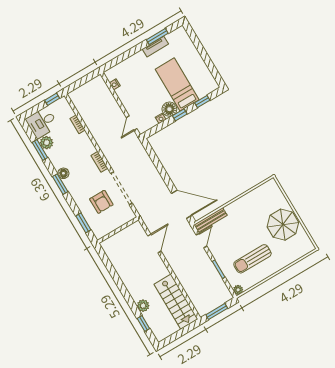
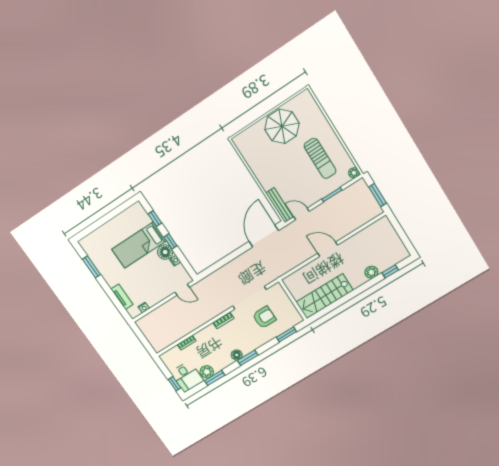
tv unit: (155, 47) -> (122, 297), moved
window: (52, 99) -> (174, 384), moved
door: (154, 244) -> (328, 249), moved
stairs: (176, 302) -> (324, 296), moved, turned 180

